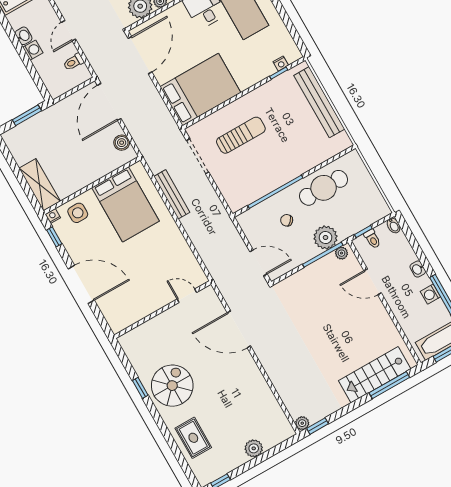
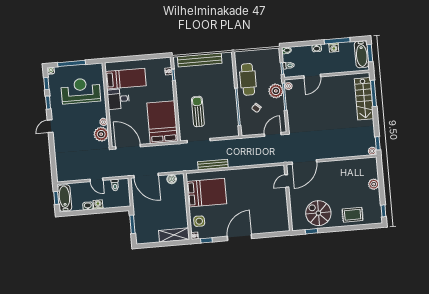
door: (187, 296) -> (287, 181), moved
wall: (163, 310) -> (288, 198), moved

